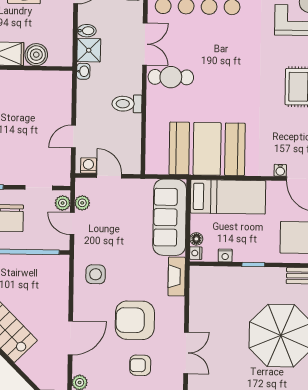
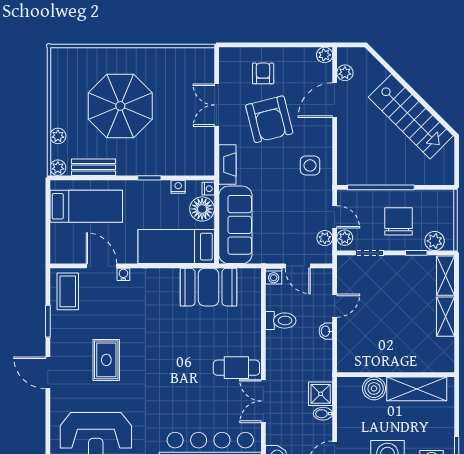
washbasin: (83, 71) -> (326, 331), moved
toilet: (127, 104) -> (281, 321), moved
booth: (207, 149) -> (208, 287), width x0.73, depth x0.70
washing machine: (88, 166) -> (274, 276), moved
floor lamp: (196, 239) -> (202, 209), width x1.89, depth x1.89
armchair: (135, 320) -> (269, 119), turned 76
double door: (186, 353) -> (217, 105), moved
plant: (60, 365) -> (345, 73), added
armchair: (140, 365) -> (263, 73), turned -90

